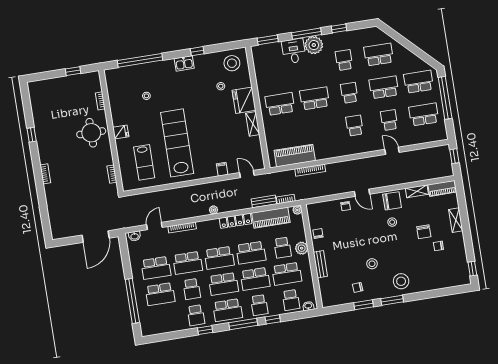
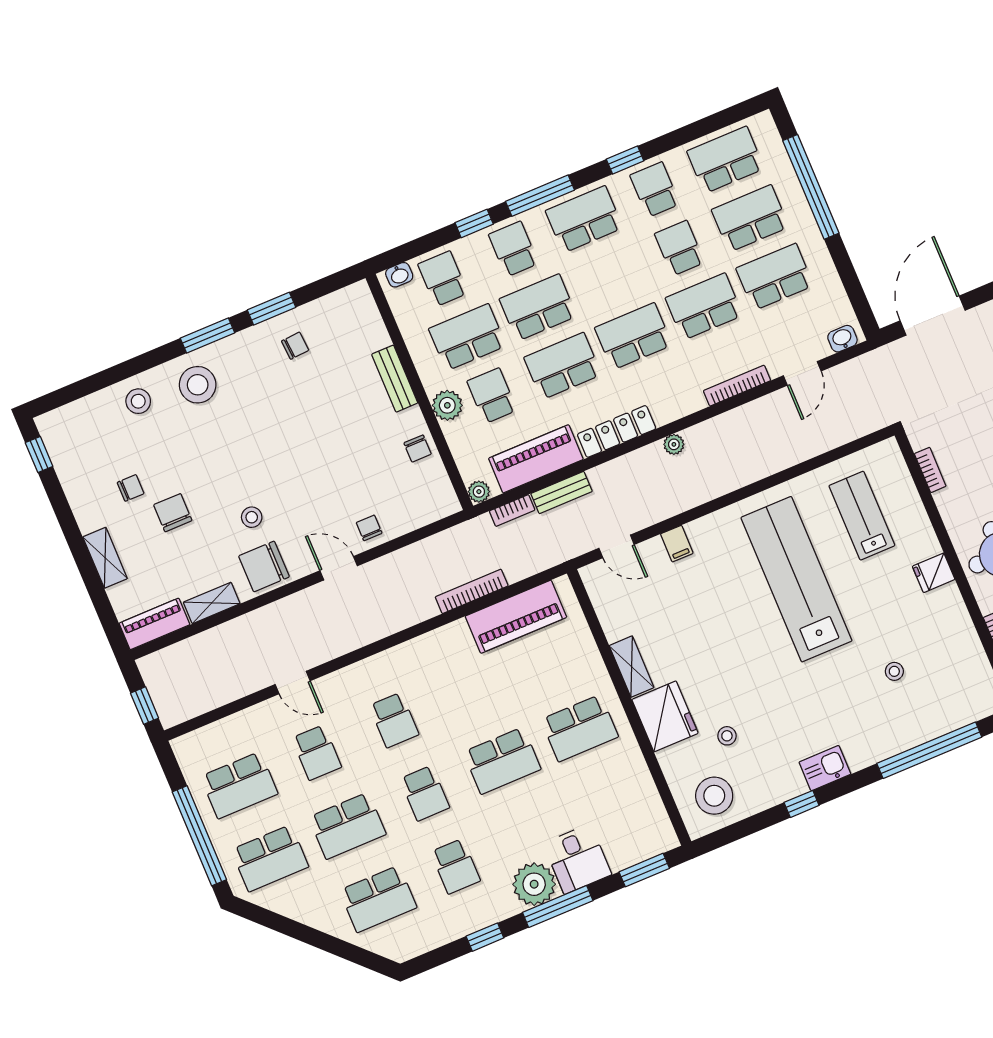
lab bench: (177, 143) -> (796, 579), turned 180
stool: (372, 264) -> (138, 401), moved
school desk: (223, 284) -> (726, 160), moved

